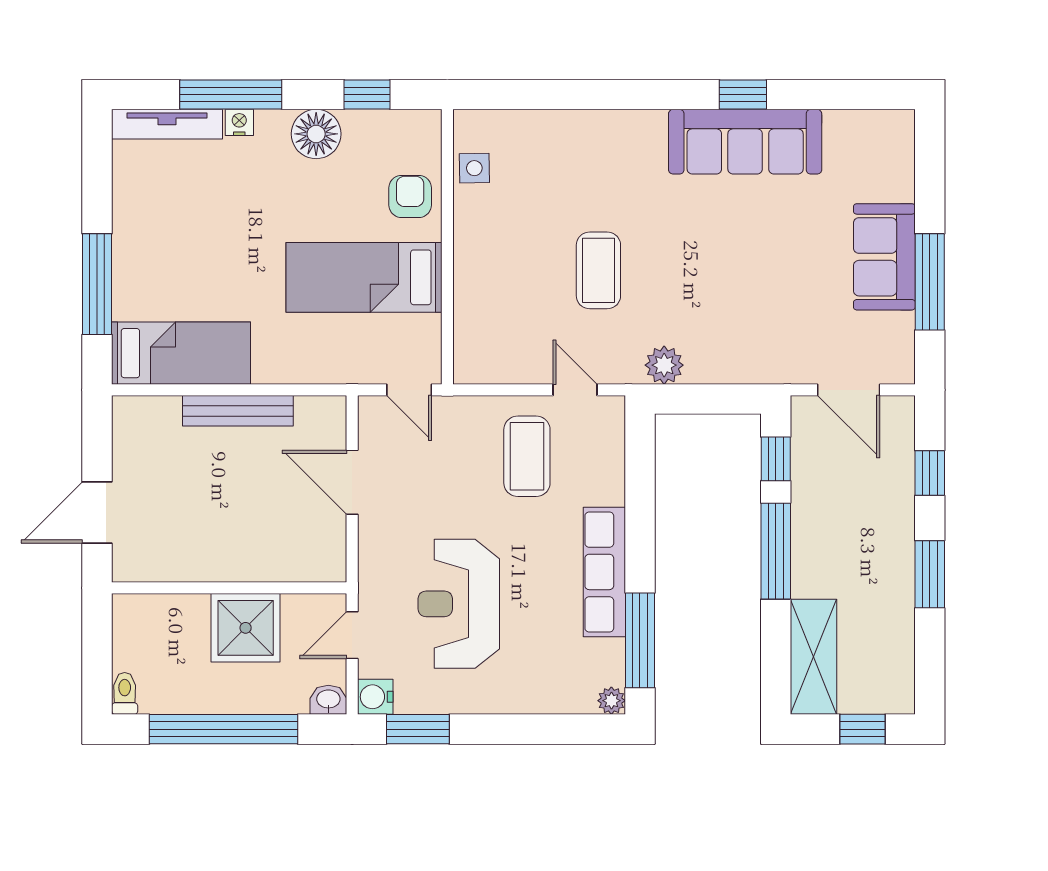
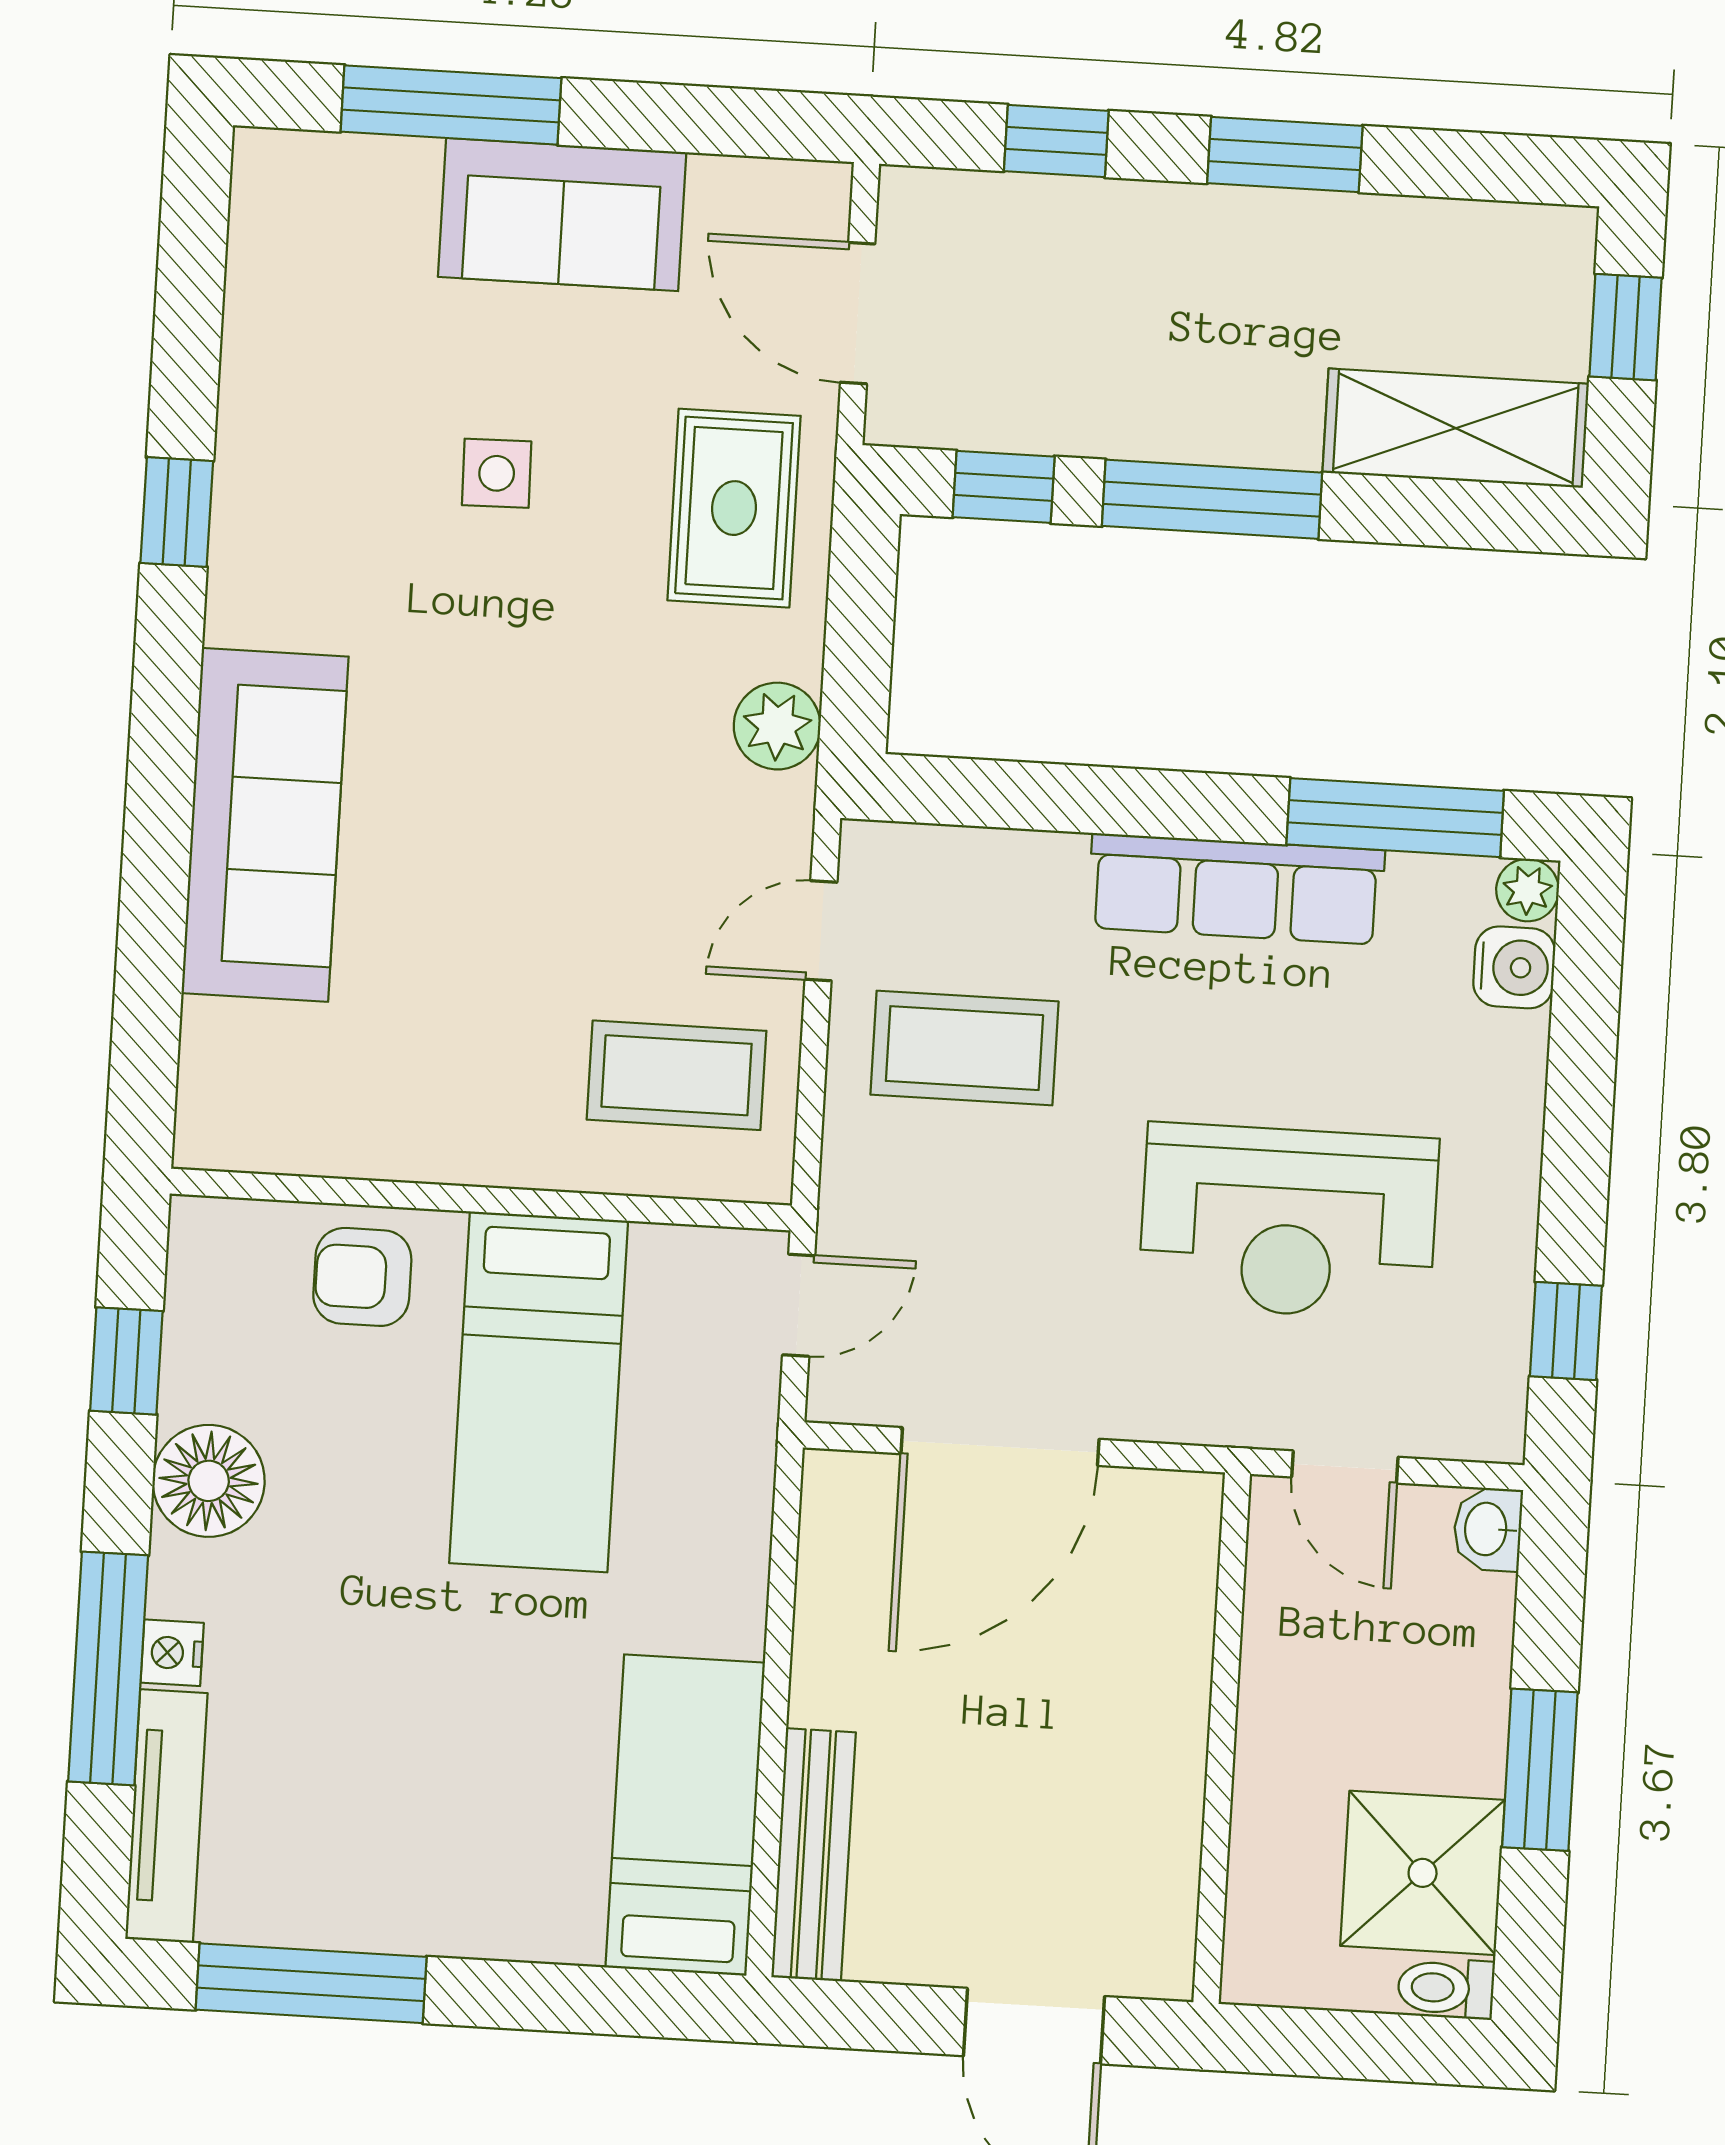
sofa: (745, 142) -> (265, 825), moved
side table: (474, 168) -> (497, 473), moved
coffee table: (598, 270) -> (677, 1075), moved
window: (930, 282) -> (451, 105), moved
window: (97, 284) -> (311, 1983), moved
rug: (759, 340) -> (734, 508), added
door: (849, 390) -> (858, 313), swing flipped
bench: (238, 411) -> (813, 1855), moved
door: (352, 482) -> (1000, 1447), width x1.36
shower: (246, 628) -> (1423, 1873), moved
water cooler: (375, 697) -> (1514, 967), moved, turned -90
window: (224, 729) -> (1540, 1770), width x0.47
window: (418, 729) -> (1566, 1331), width x0.67

